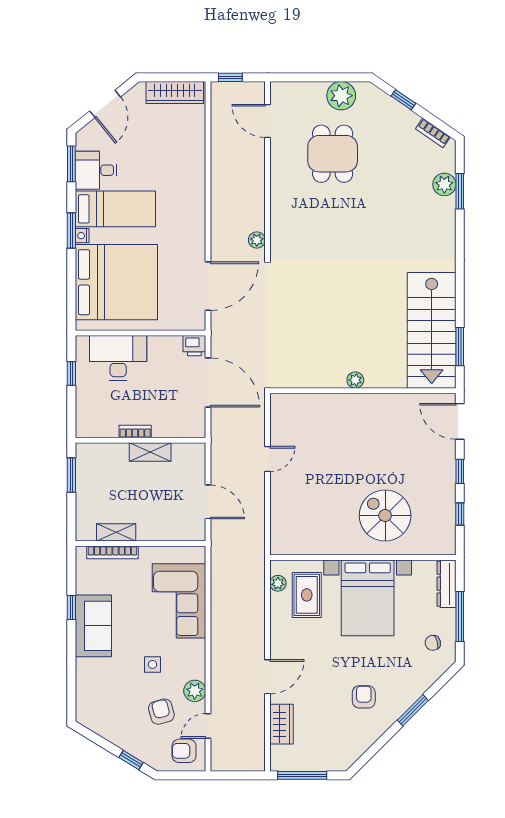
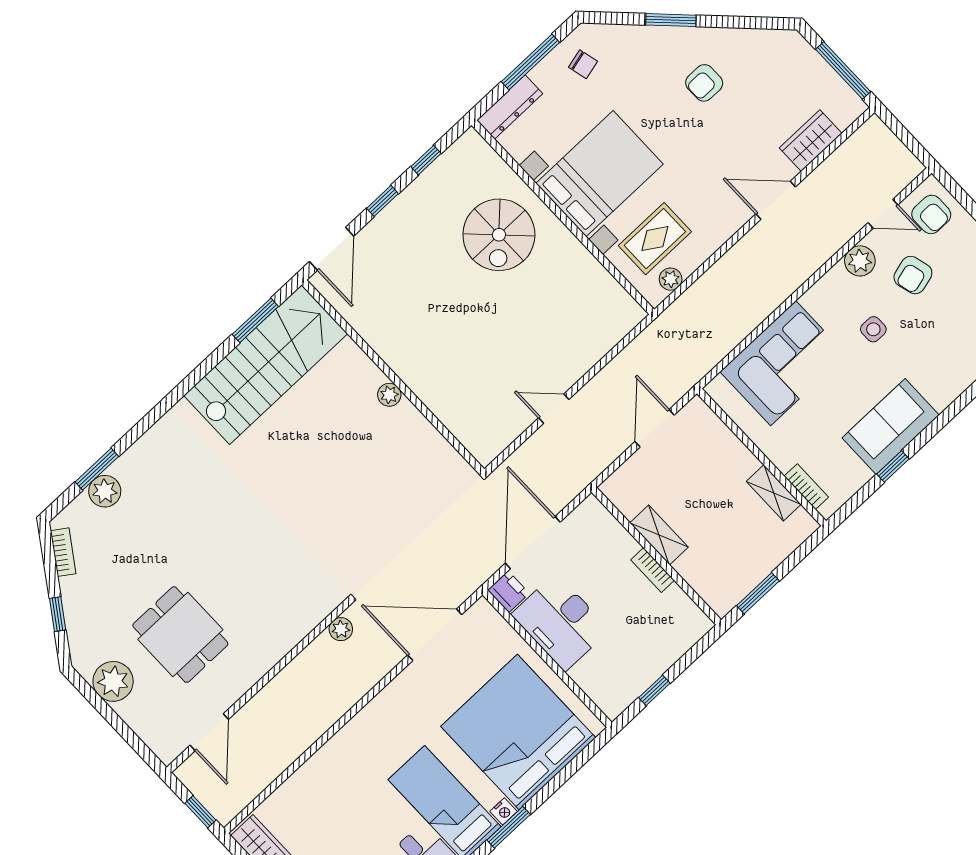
dining table: (333, 154) -> (180, 635), turned 90
desk: (118, 358) -> (560, 622), moved
bookcase: (112, 552) -> (806, 487), width x0.64

